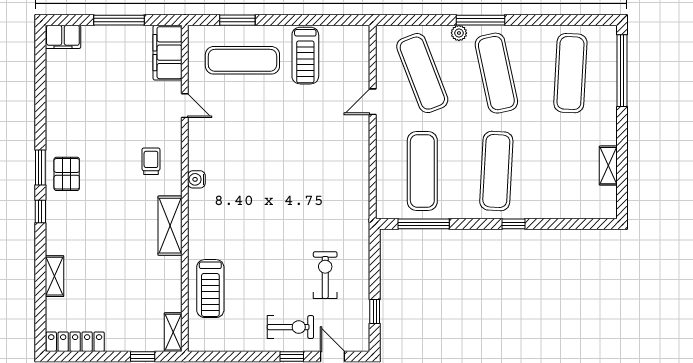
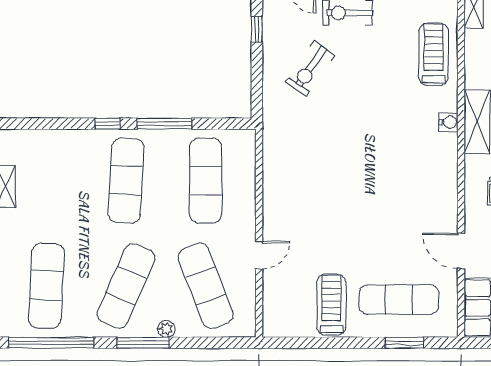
window: (566, 20) -> (51, 343), added
exercise mat: (496, 73) -> (126, 286), turned 36
door: (185, 106) -> (461, 251), width x1.38
water cooler: (196, 179) -> (448, 122), moved
window: (424, 224) -> (164, 124), moved
exercise bike: (325, 275) -> (310, 69), turned 35

